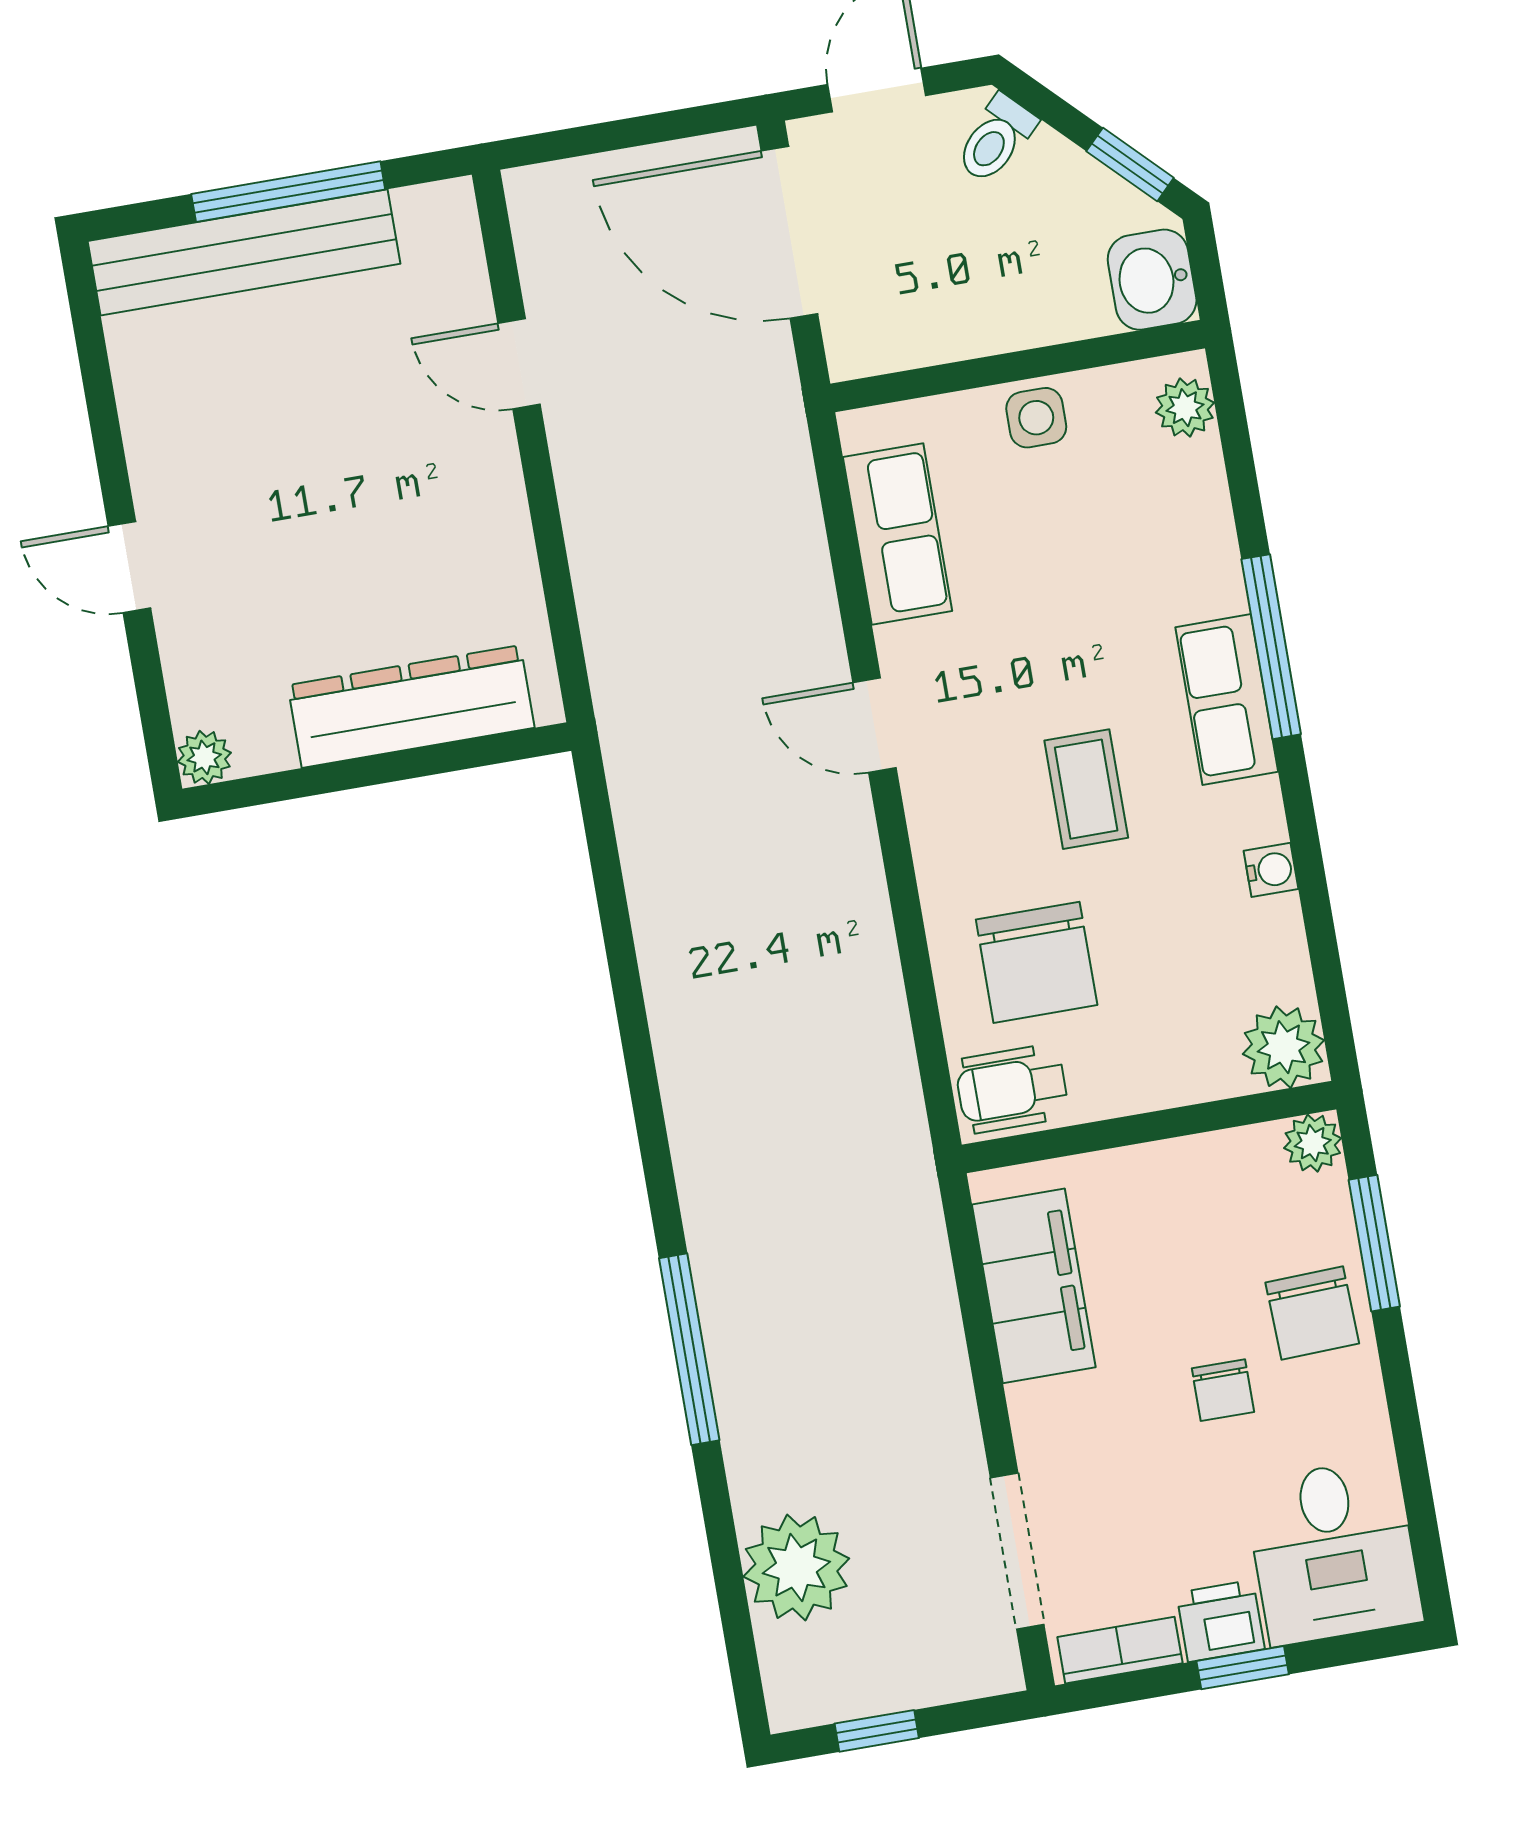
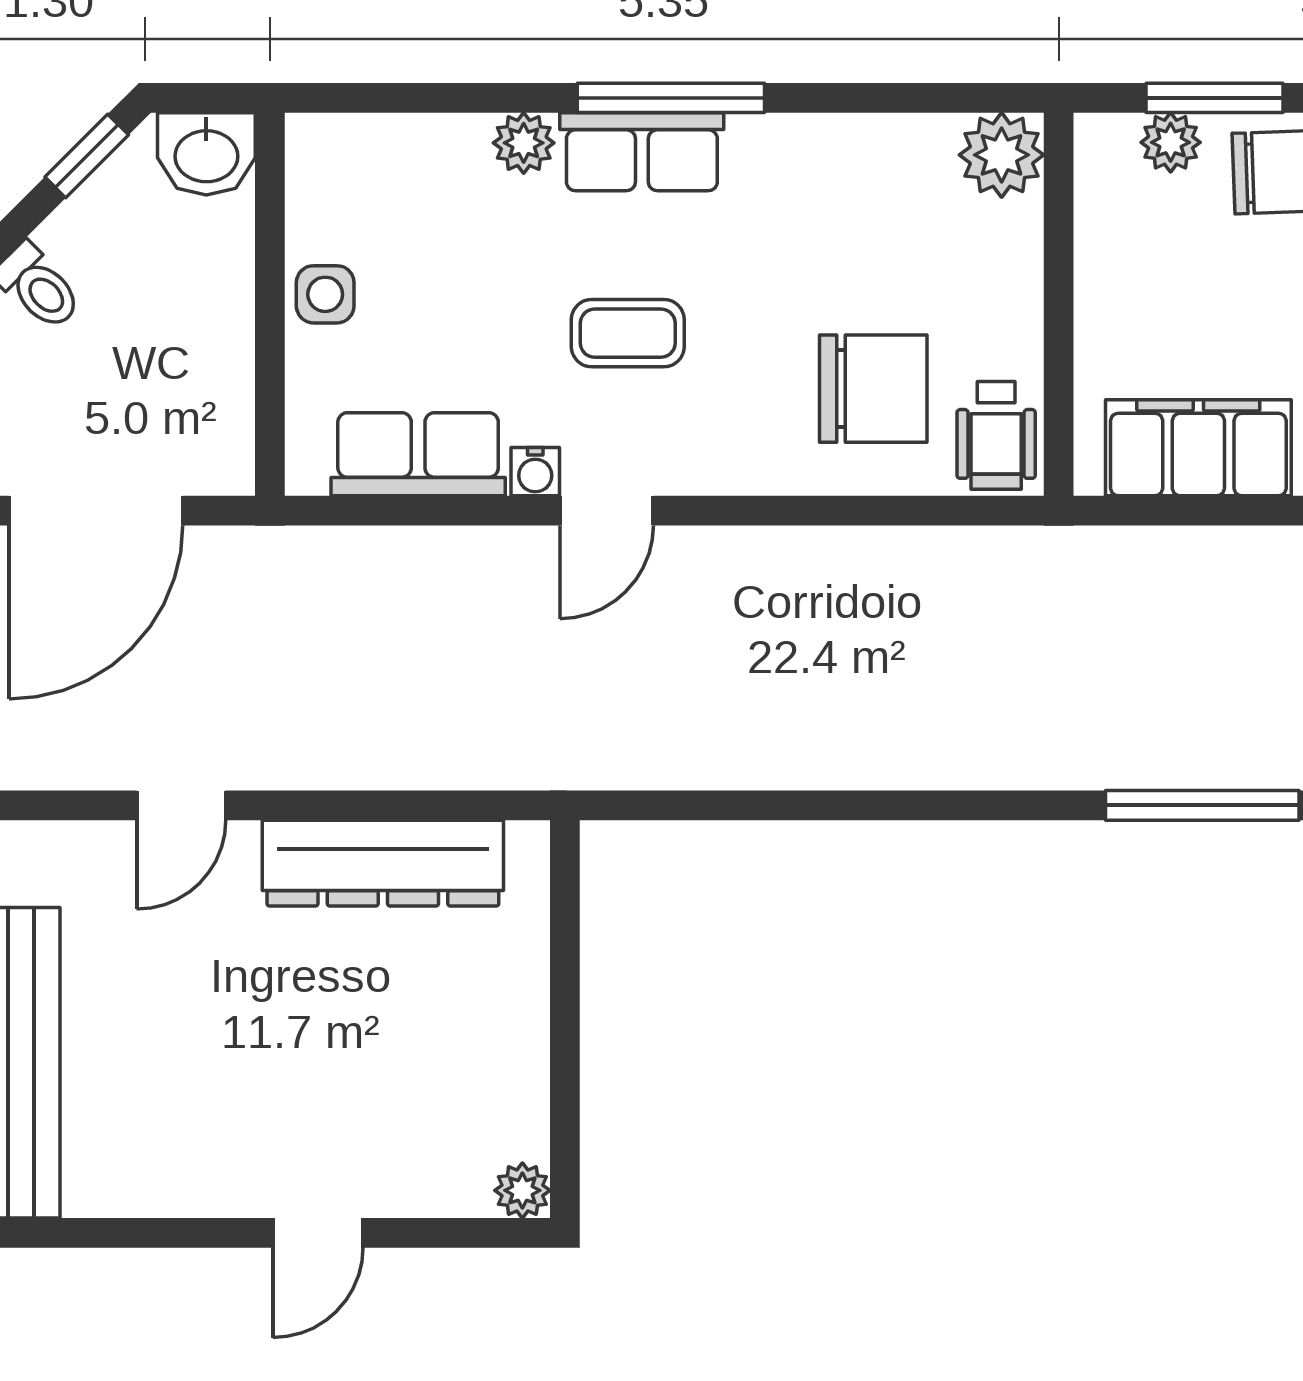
plant: (1185, 408) -> (524, 143), moved
window: (1271, 647) -> (671, 98), moved
dresser: (411, 706) -> (383, 863), moved, turned -90
coffee table: (1086, 789) -> (628, 333), moved
water cooler: (1271, 870) -> (535, 472), moved, turned 180
plant: (1313, 1143) -> (1171, 142), moved

